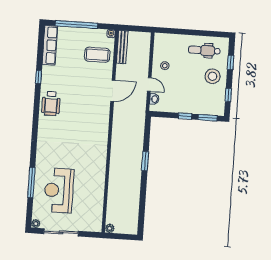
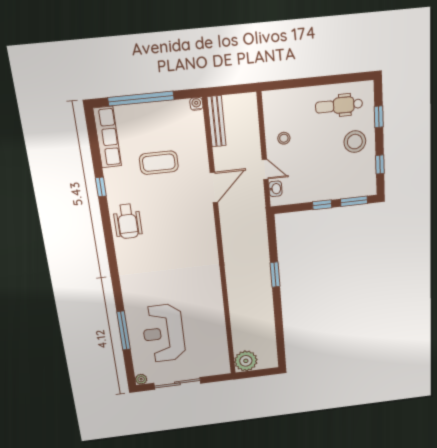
coffee table: (97, 55) -> (159, 163), moved
plant: (110, 228) -> (246, 361), width x1.87, depth x1.87

